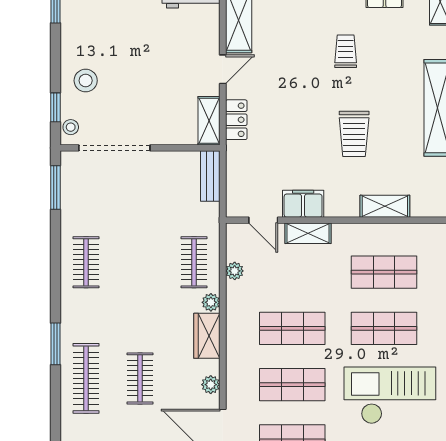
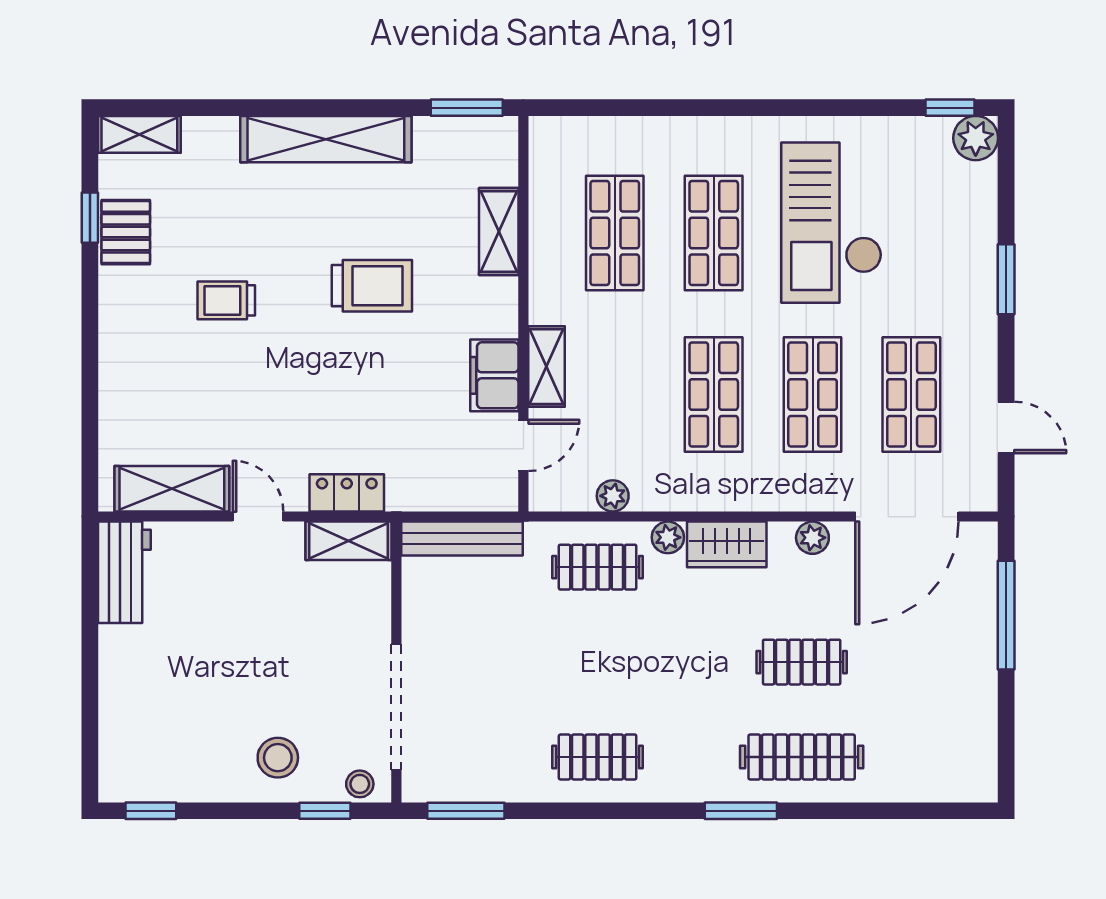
bench: (210, 176) -> (462, 538), width x1.36

